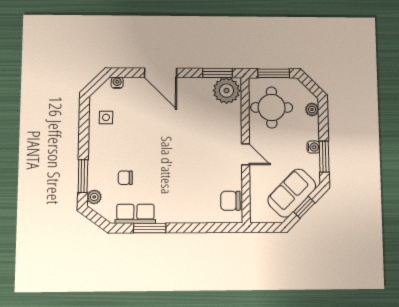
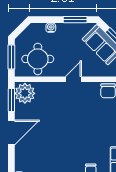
door: (161, 73) -> (11, 133), moved
plant: (312, 110) -> (39, 28), removed
water cooler: (313, 147) -> (51, 28), moved

